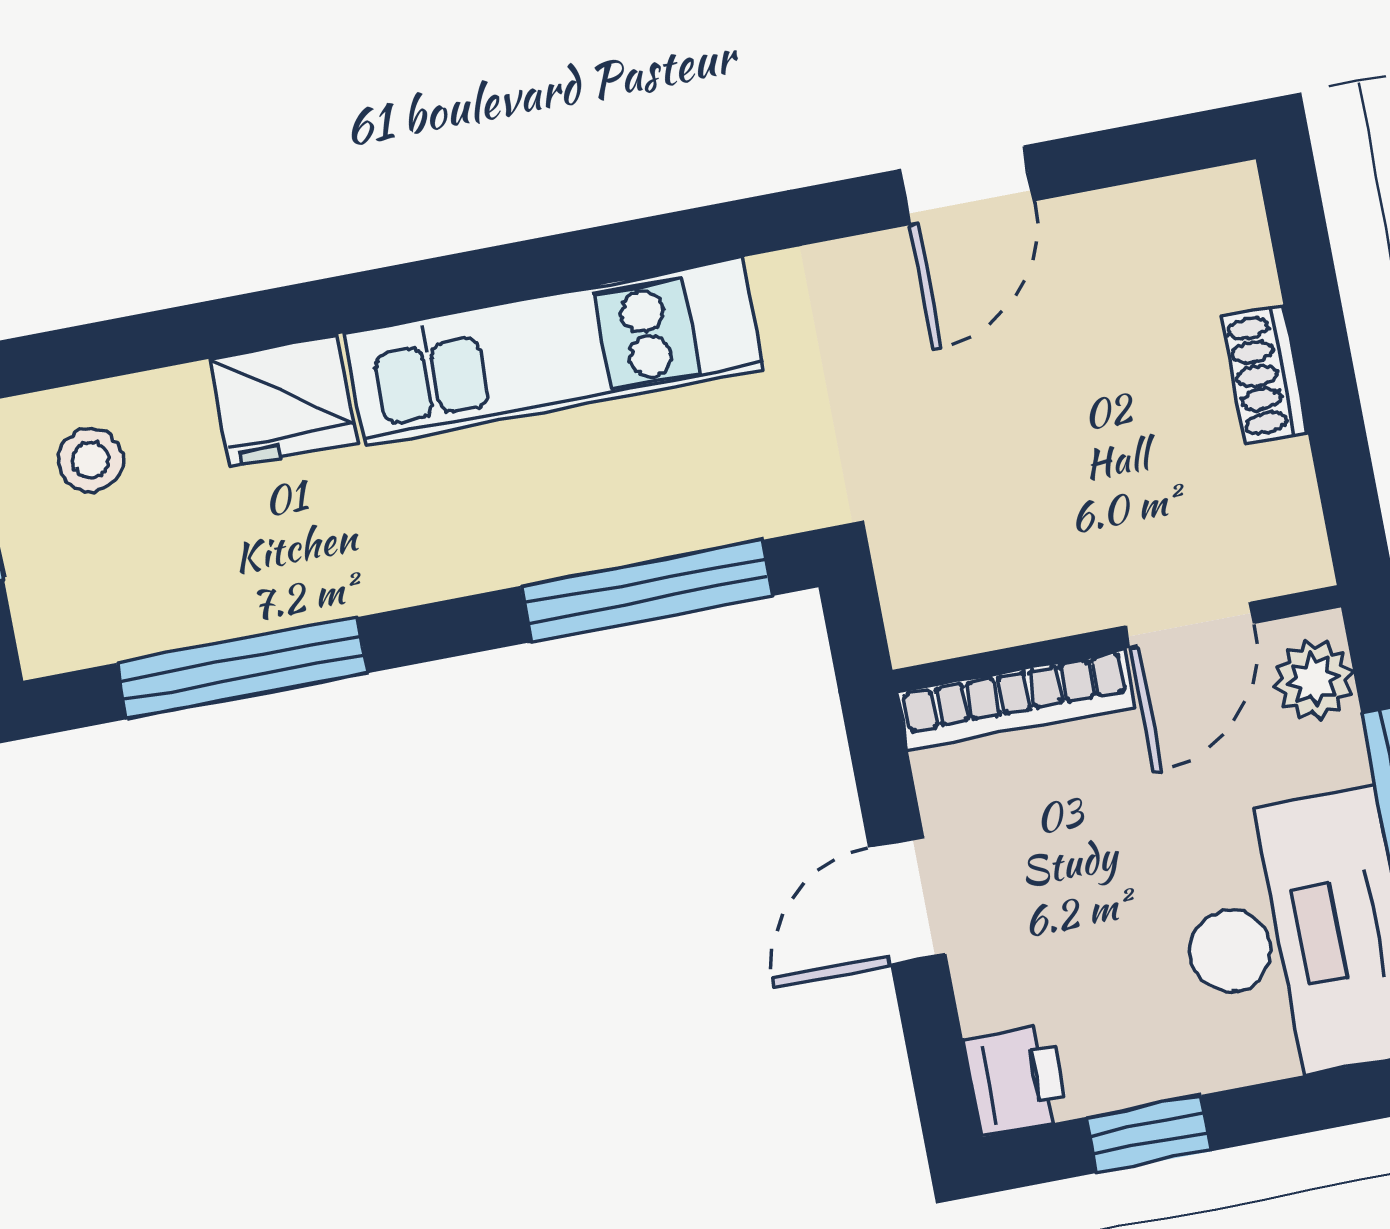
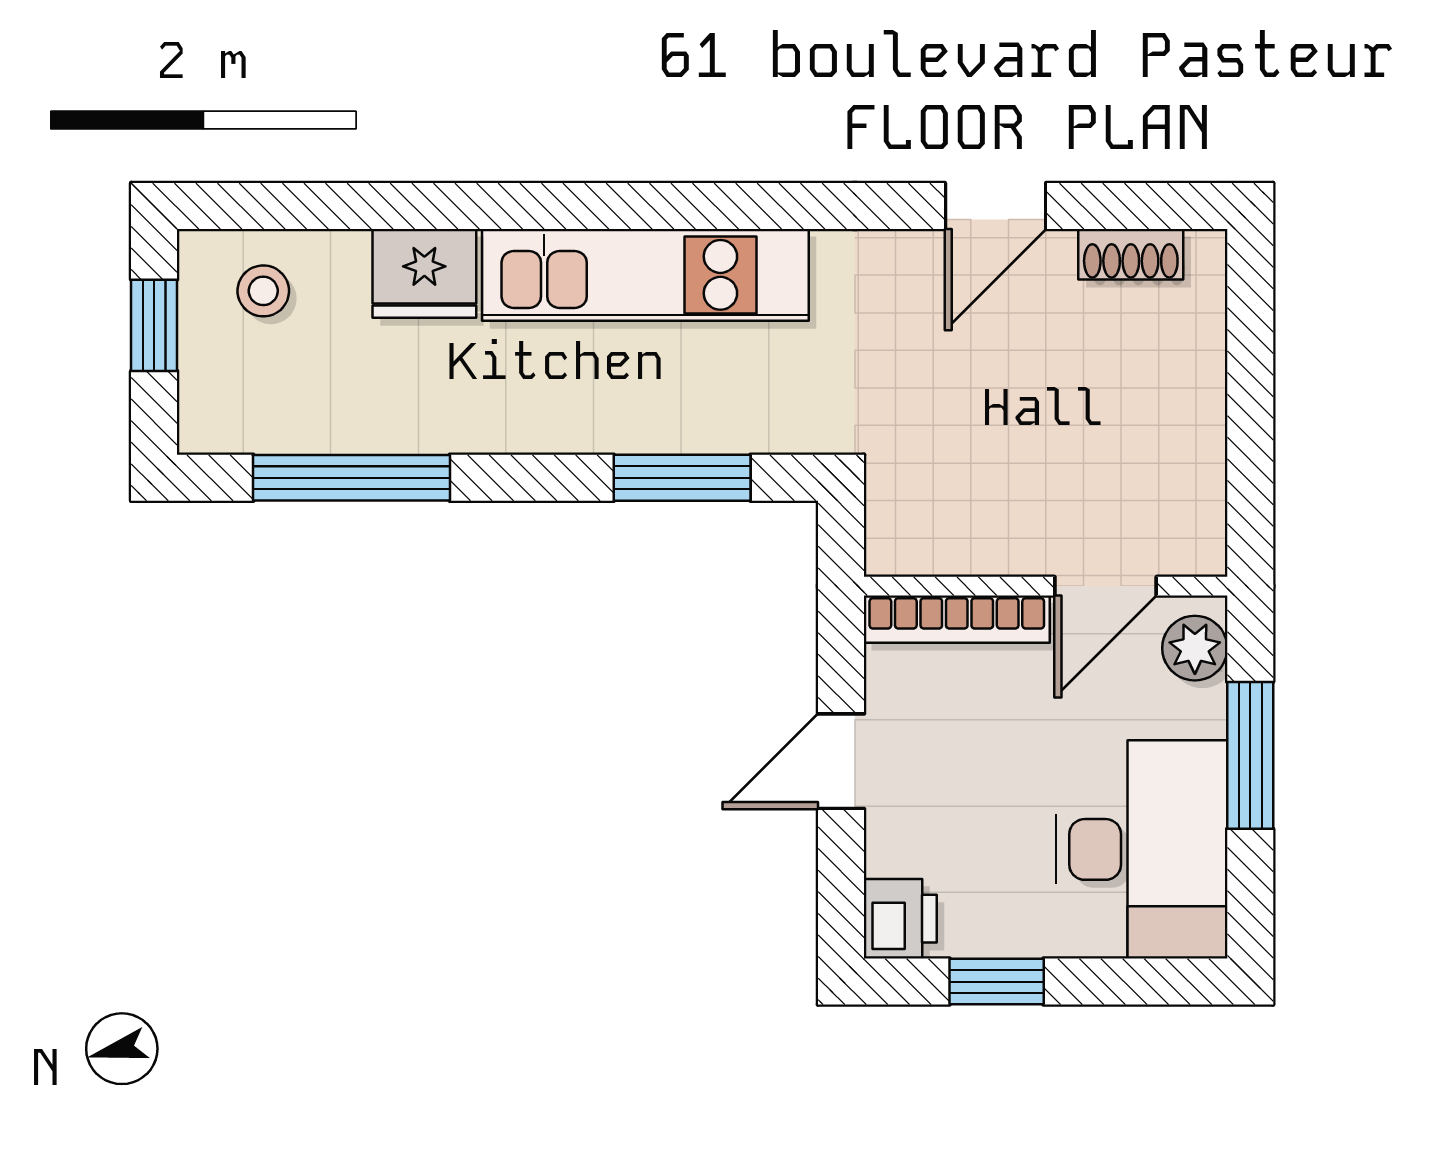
shoe rack: (1264, 374) -> (1131, 254), moved, turned -90
window: (647, 591) -> (682, 478), width x0.69

